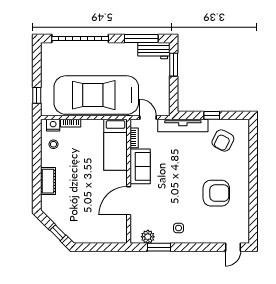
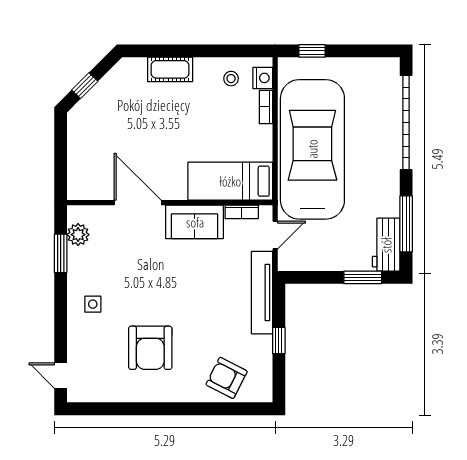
armchair: (223, 140) -> (227, 378), moved
side table: (179, 228) -> (93, 304), moved

